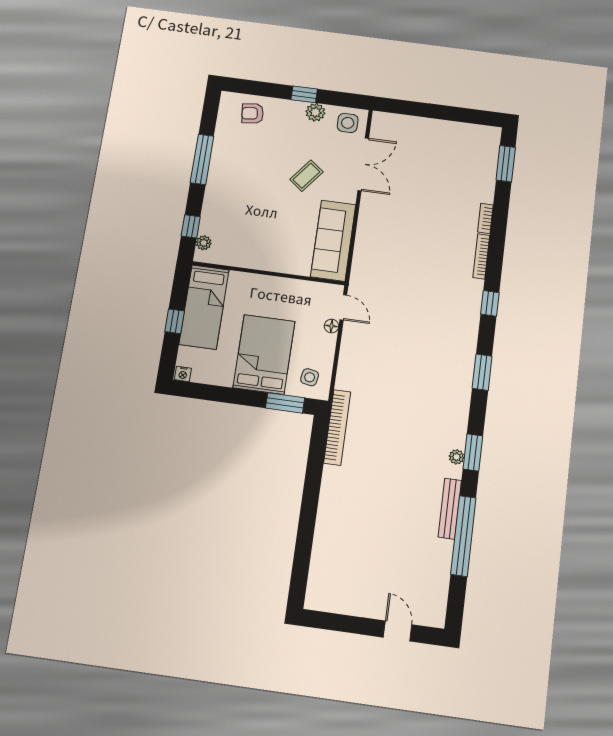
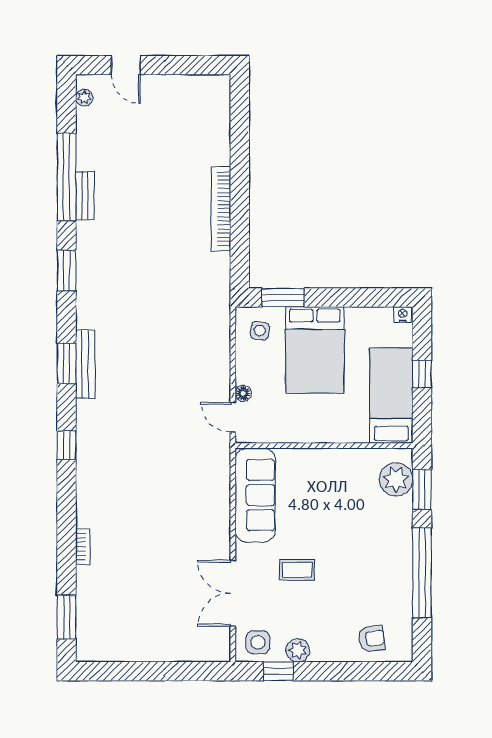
window: (304, 94) -> (278, 671), moved
window: (202, 159) -> (422, 573), width x1.46
coffee table: (306, 176) -> (297, 570), turned 52
window: (191, 226) -> (422, 489), width x1.50
plant: (204, 243) -> (396, 479), width x1.87, depth x1.87
bookcase: (481, 256) -> (83, 500), removed
bench: (466, 369) -> (85, 364), added
bookcase: (337, 427) -> (221, 209), moved
plant: (456, 457) -> (84, 98), moved
bench: (450, 509) -> (85, 196), width x0.73

